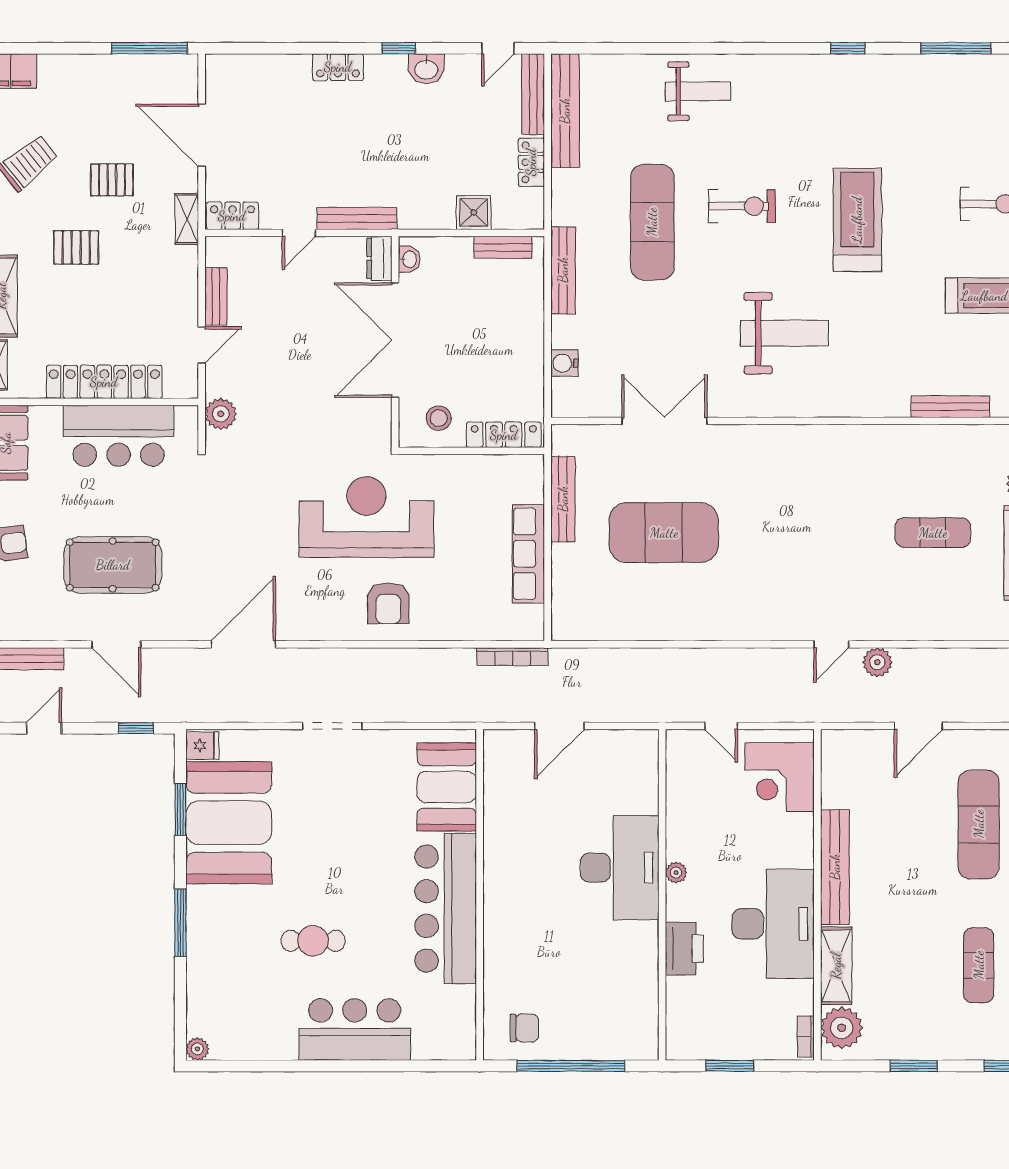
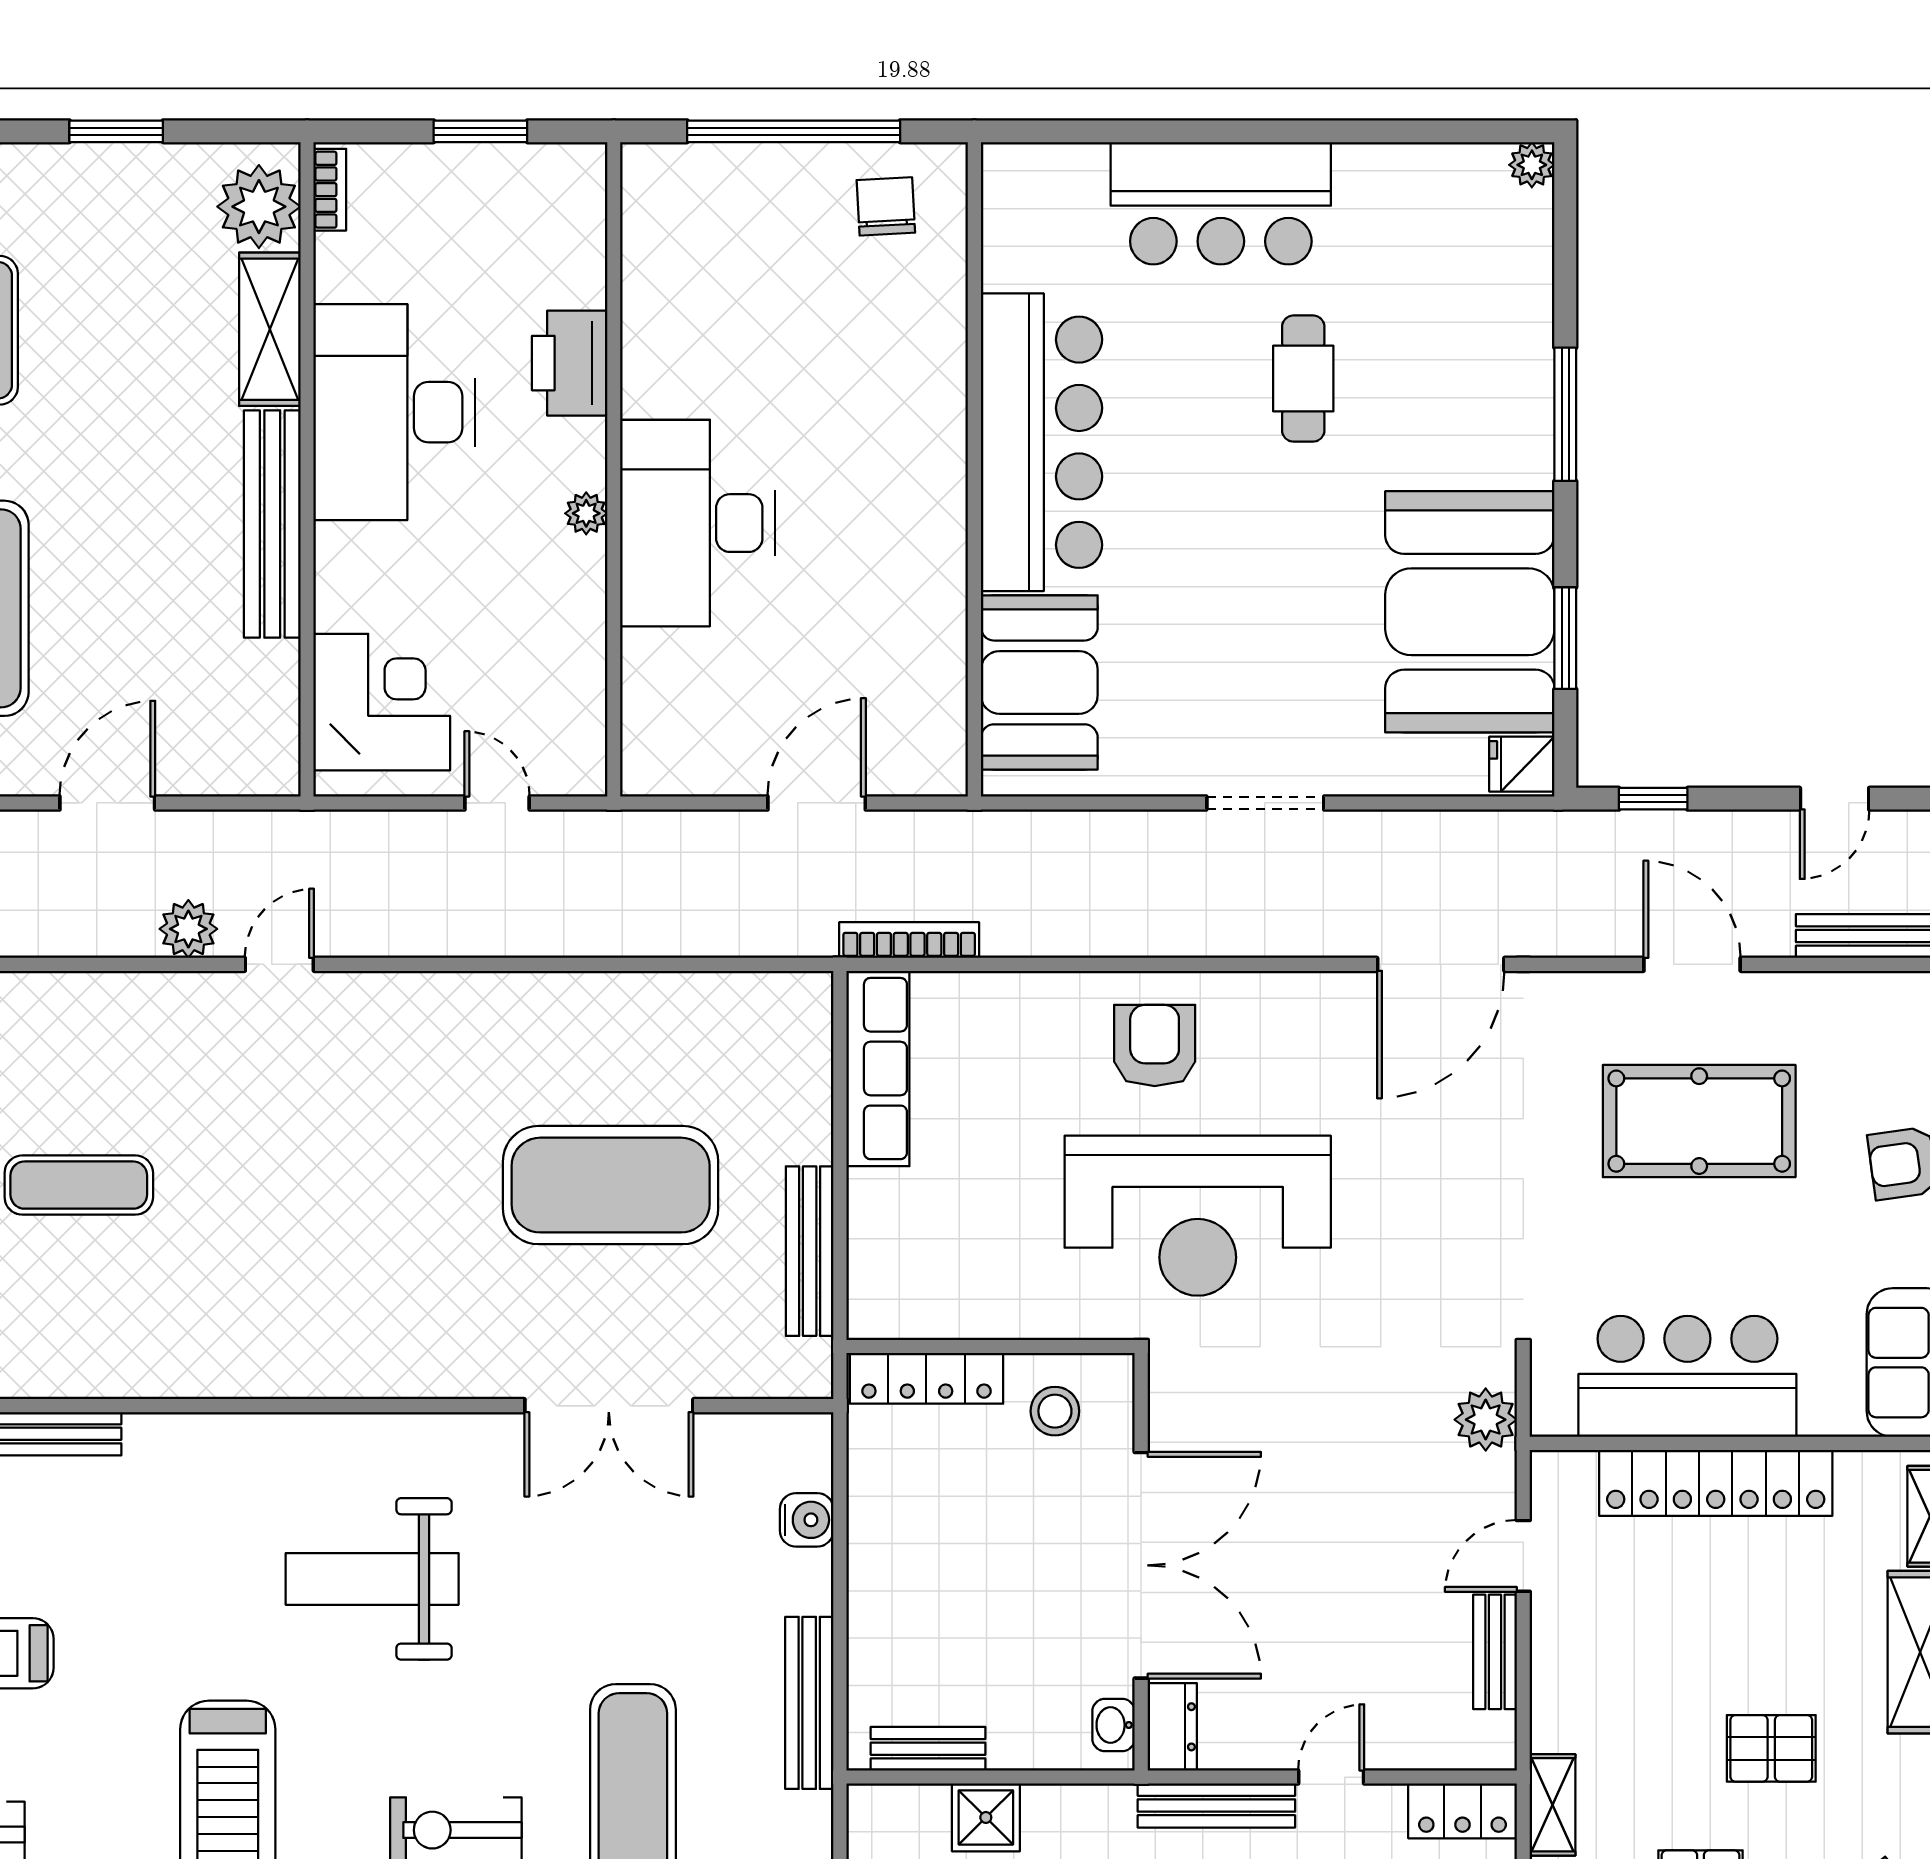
row of seats: (528, 554) -> (878, 1069), moved
cafe table: (313, 941) -> (1303, 379), turned 90
chair: (524, 1028) -> (886, 206), turned 87

